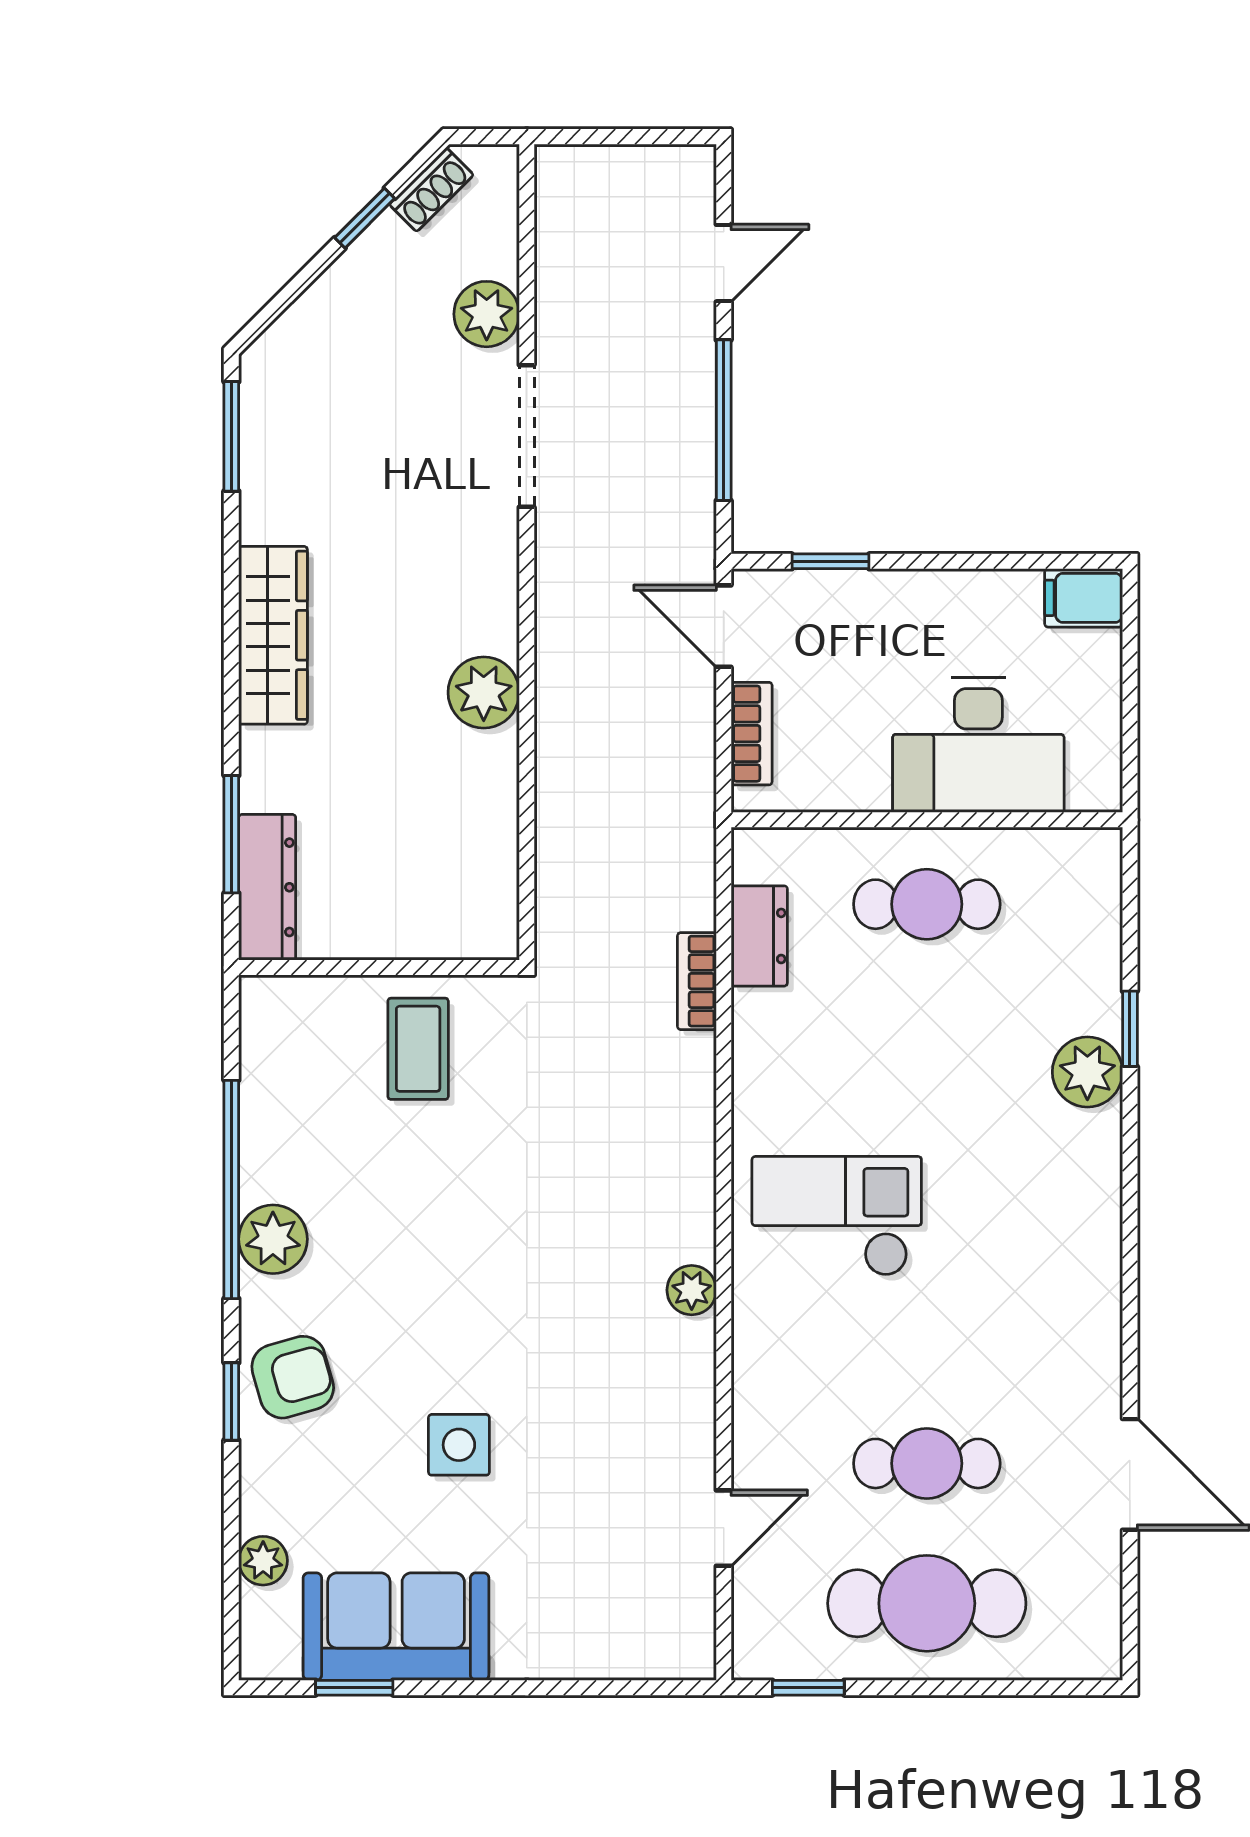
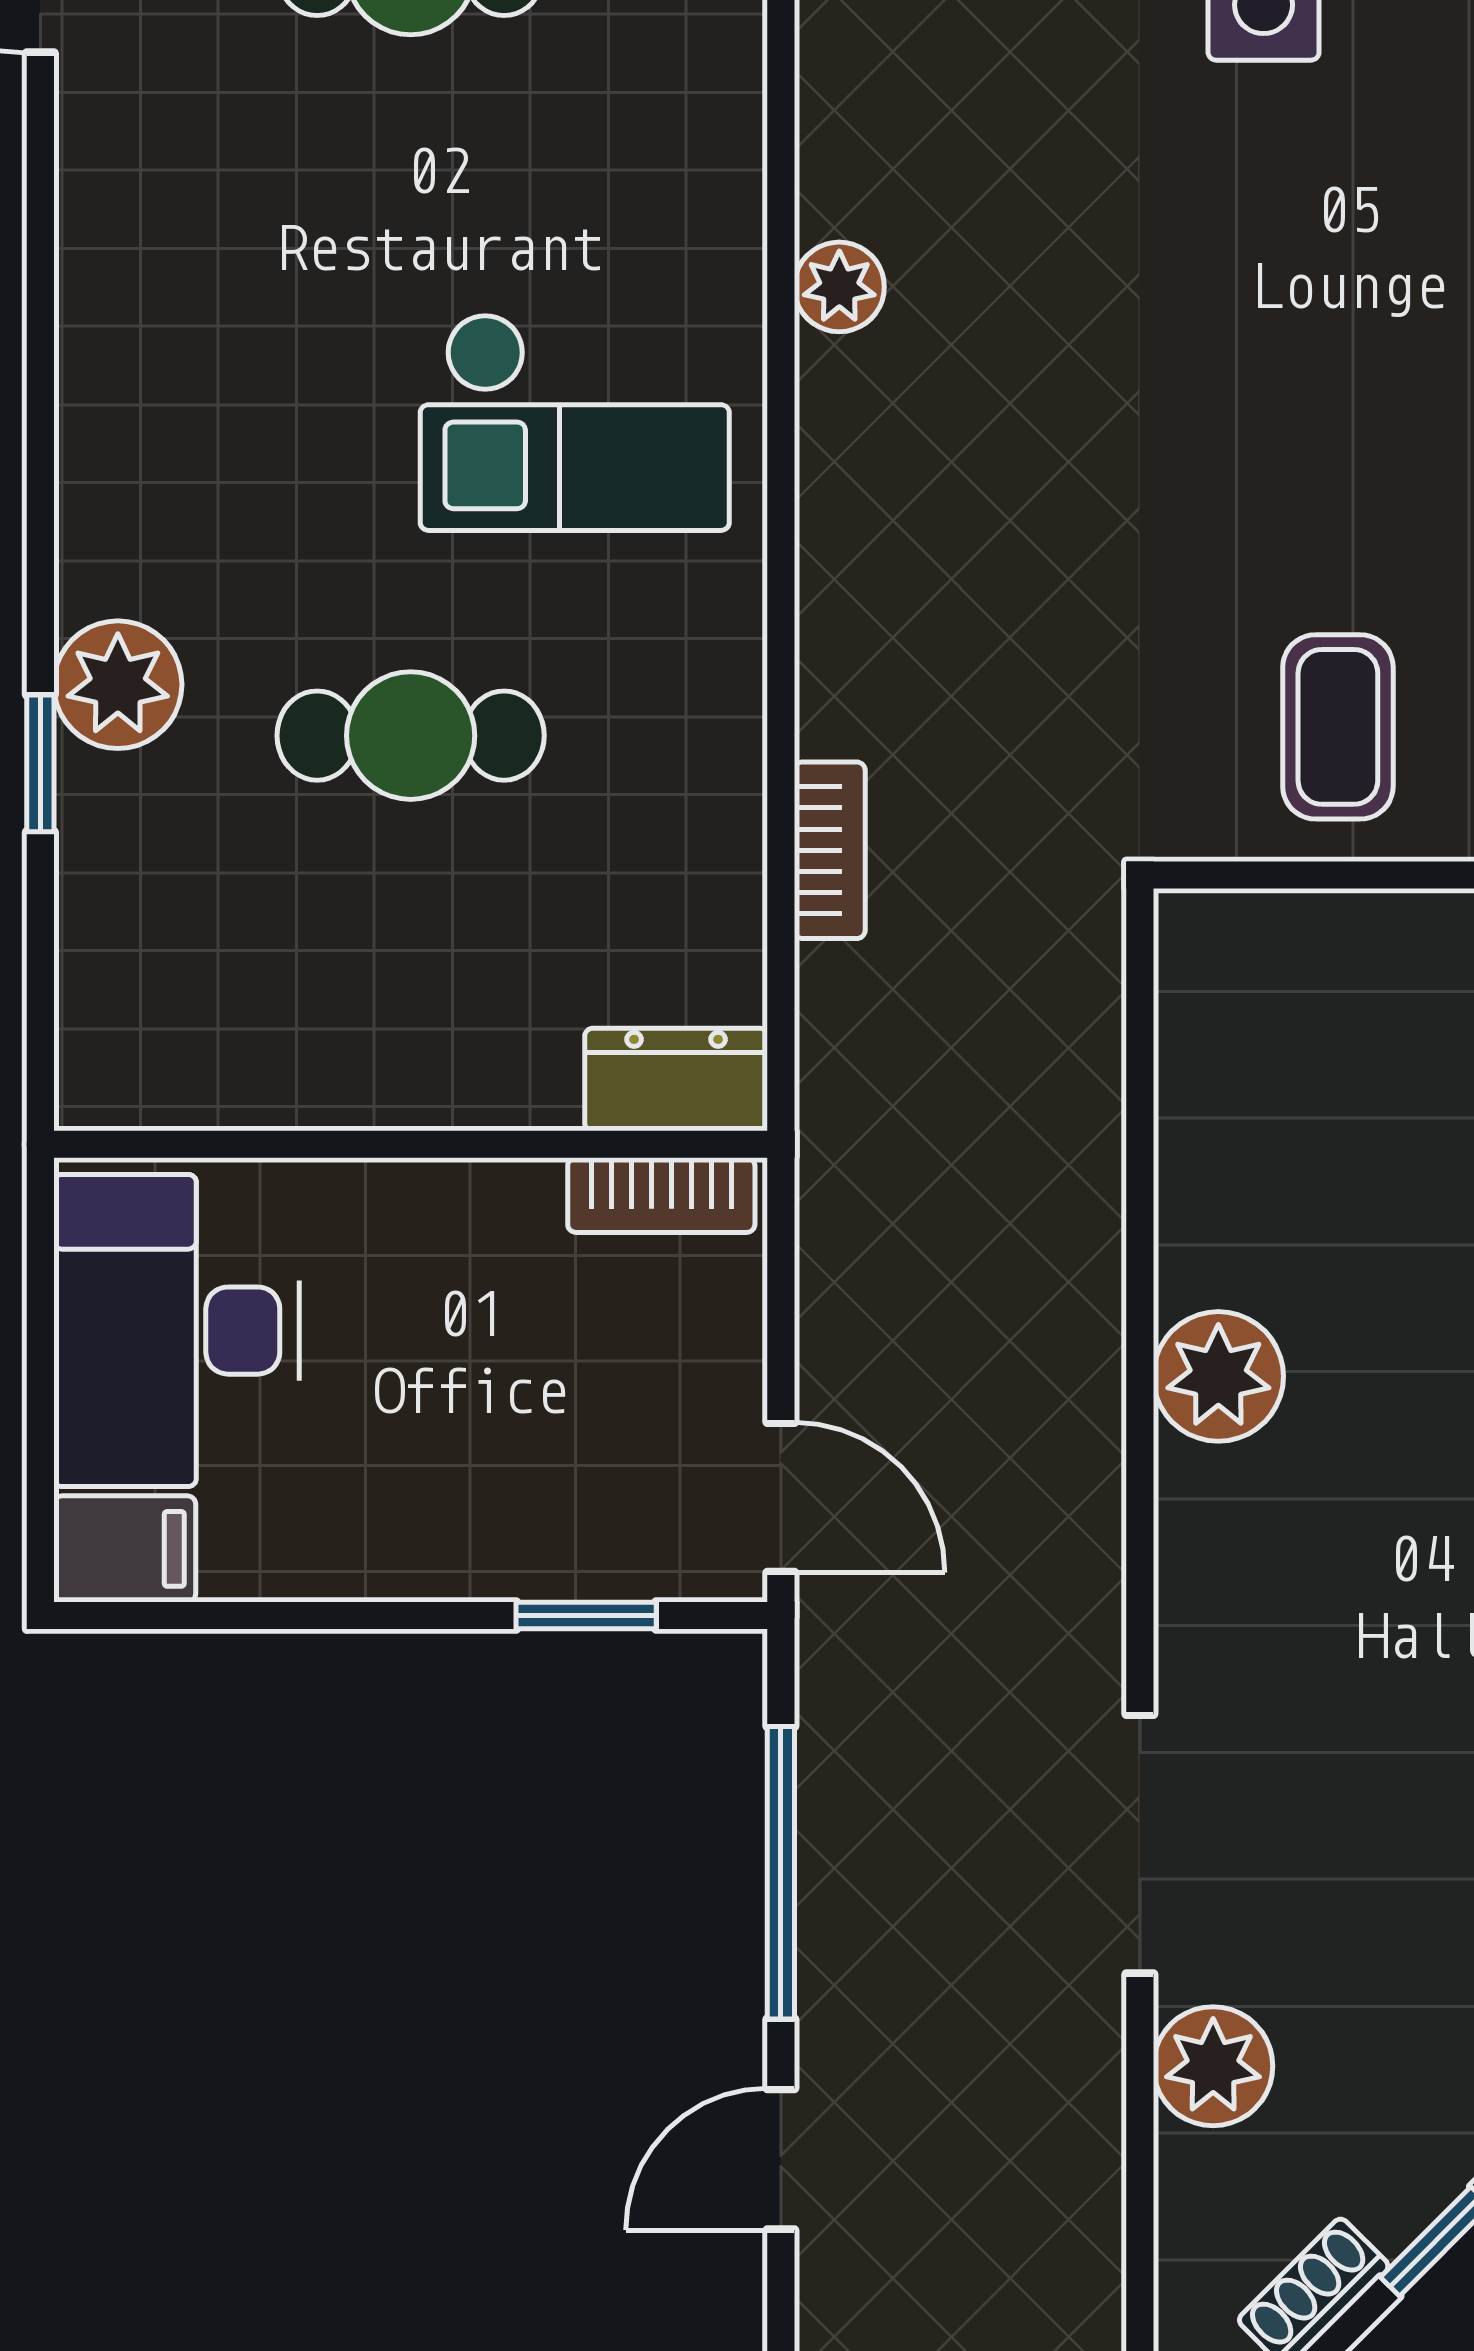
bookcase: (752, 734) -> (661, 1195), moved, turned -90
desk: (978, 745) -> (177, 1331), moved, turned -90
cafe table: (927, 904) -> (411, 736), moved
dresser: (759, 936) -> (676, 1079), moved, turned 90

